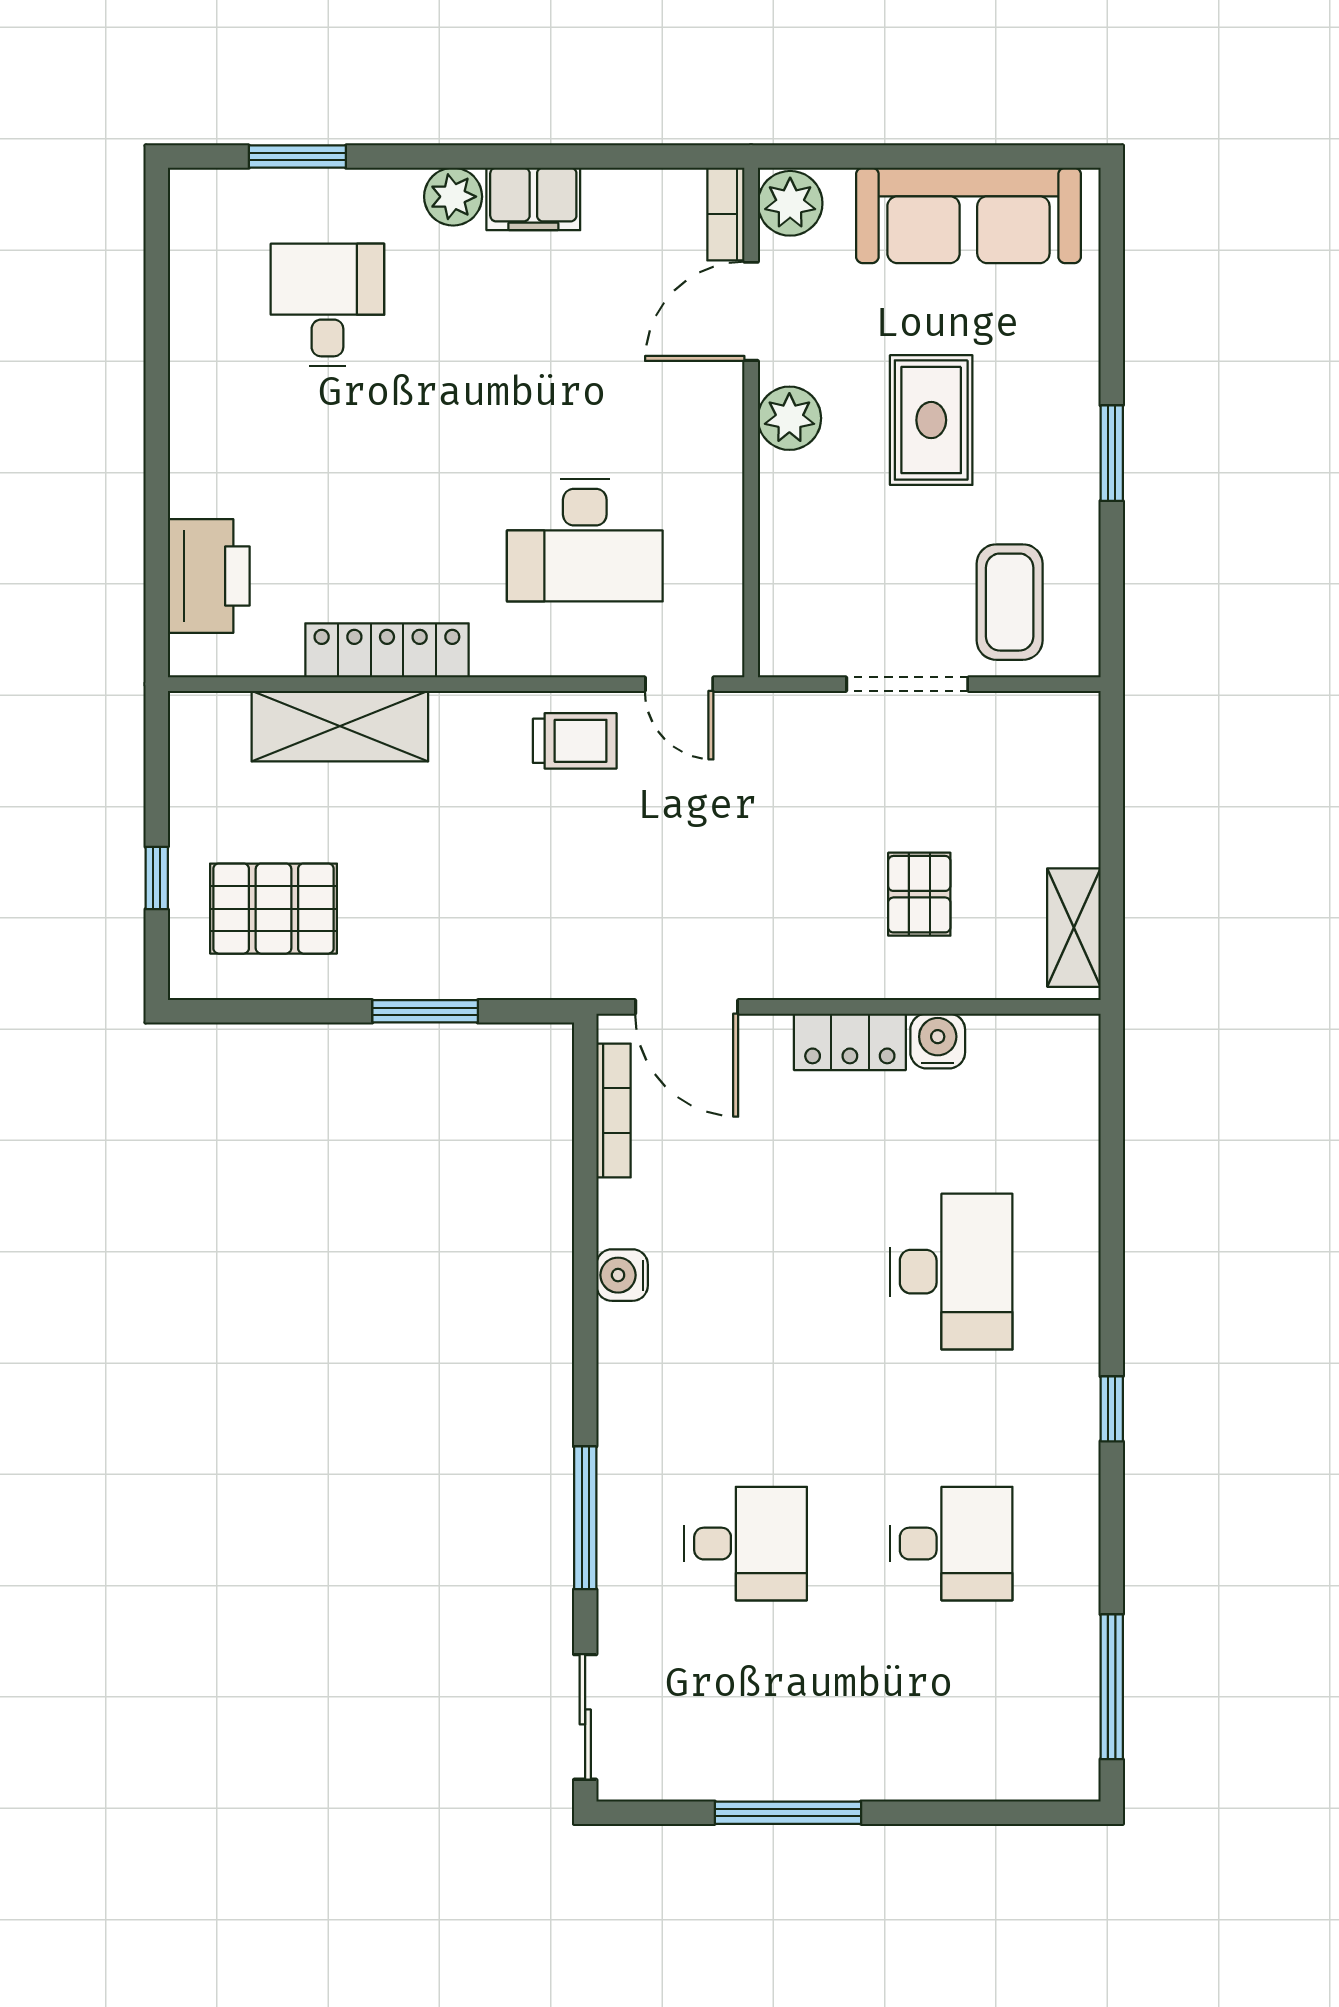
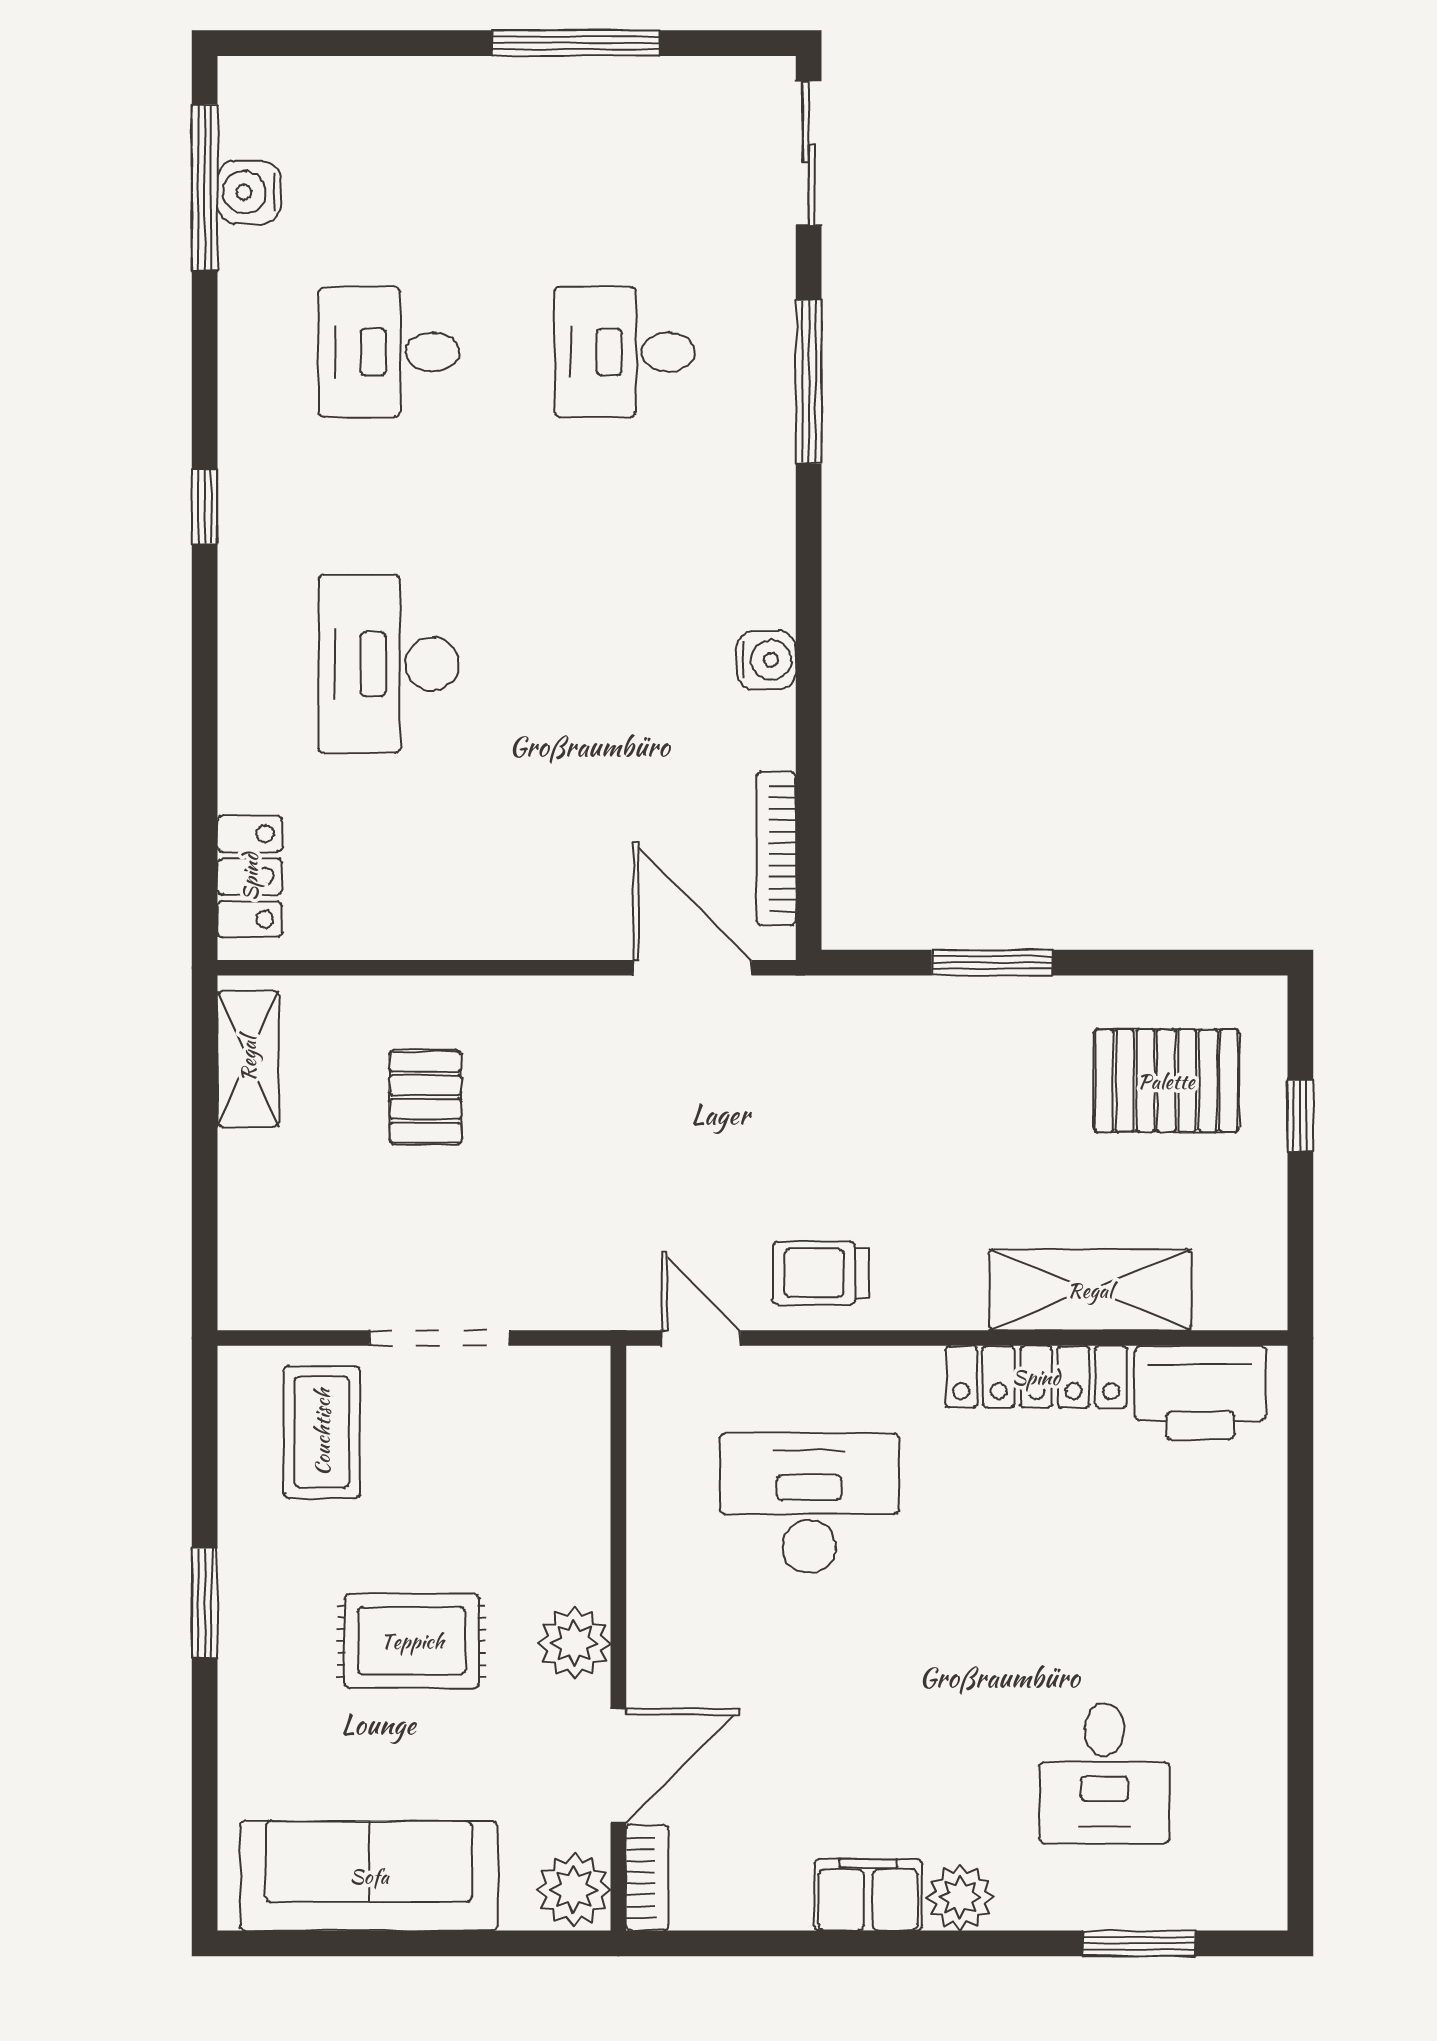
rug: (931, 420) -> (412, 1641), turned 90
printer: (209, 576) -> (1200, 1393), moved, turned -90
water cooler: (938, 1041) -> (249, 192), moved, turned 90
locker: (850, 1042) -> (250, 877), moved, turned 90

